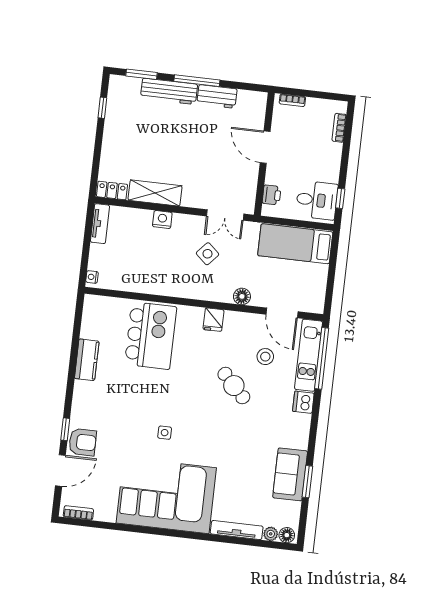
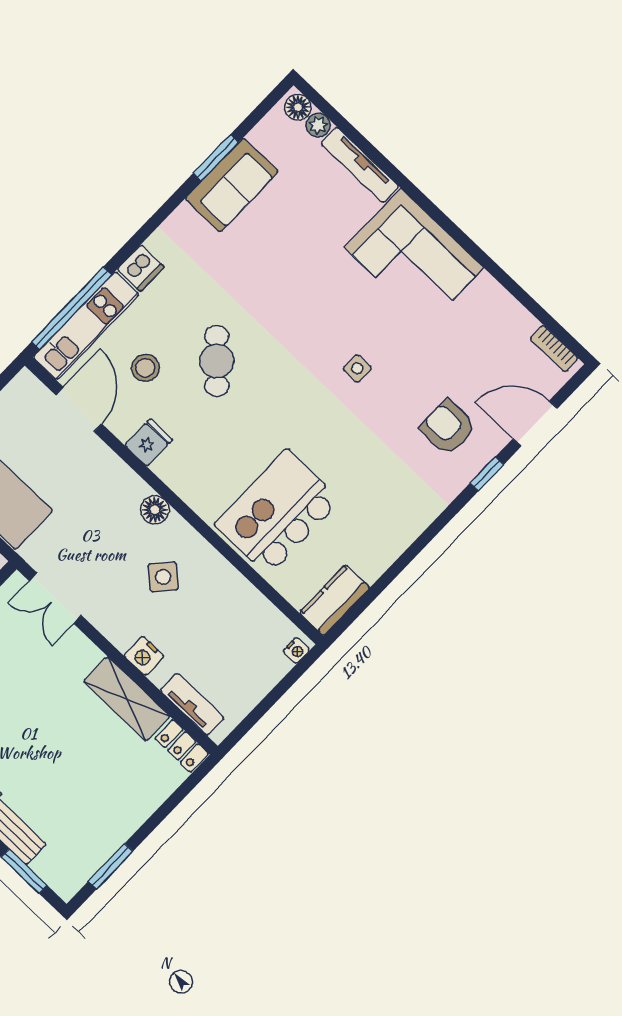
window: (102, 108) -> (111, 866), width x1.50
double door: (225, 215) -> (55, 598), swing flipped
tv unit: (100, 224) -> (192, 704), moved, turned 90
side table: (208, 254) -> (163, 577), moved
floor lamp: (242, 296) -> (155, 510), moved
fridge: (214, 320) -> (149, 443), moved
kitchen counter: (87, 360) -> (335, 600), moved
armchair: (83, 442) -> (448, 427), moved
corner sofa: (166, 495) -> (414, 258), width x0.73, depth x0.74

